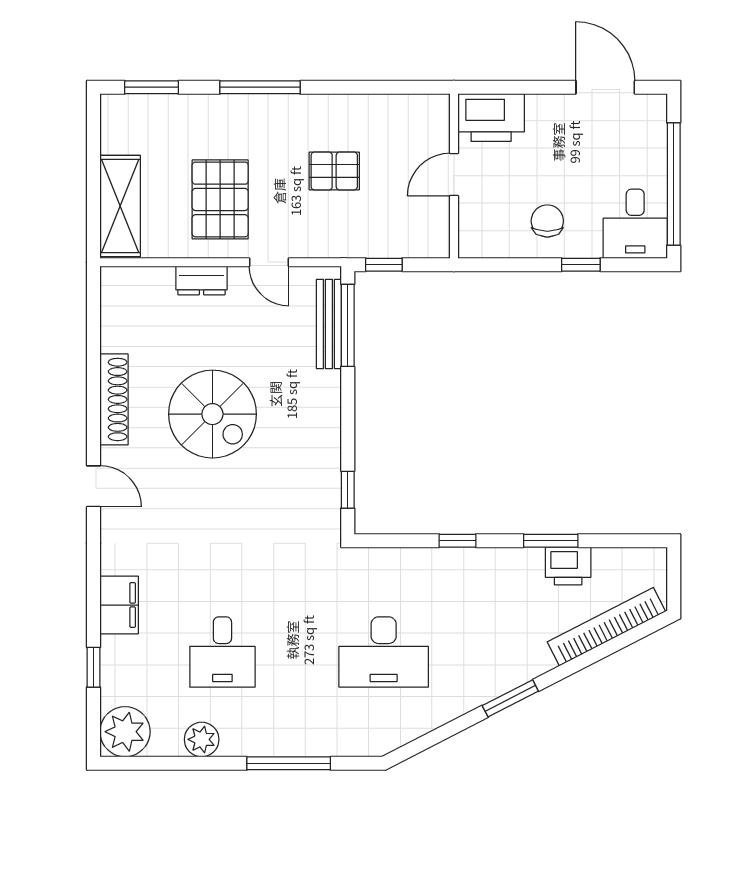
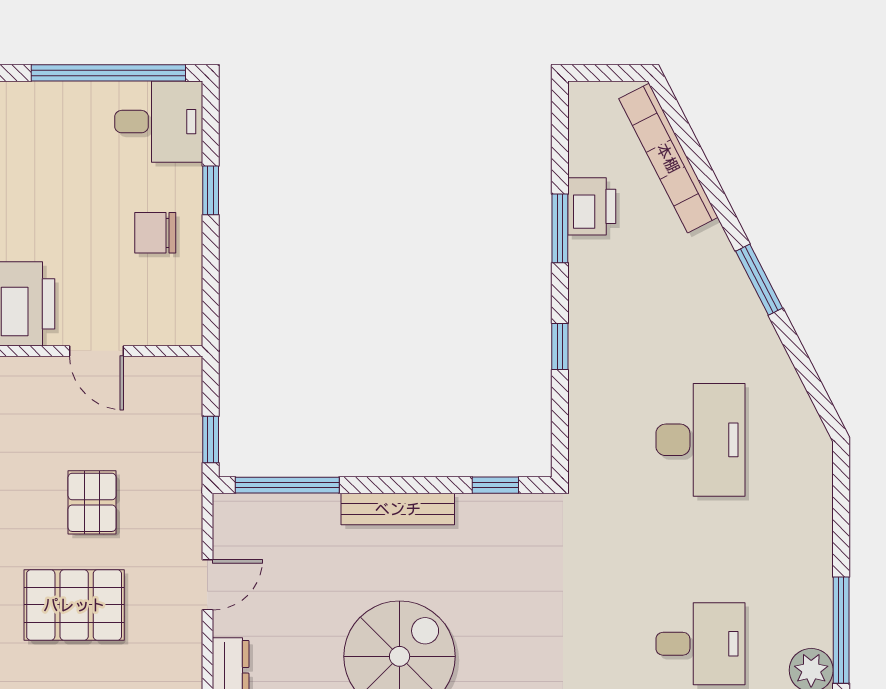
pallet: (220, 199) -> (74, 605), moved
bench: (329, 324) -> (398, 509), moved
window: (289, 763) -> (841, 630), moved

